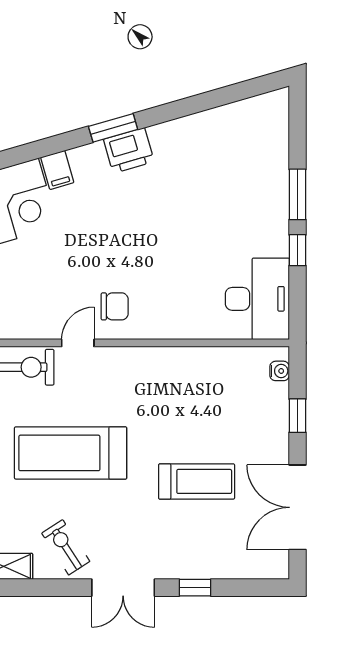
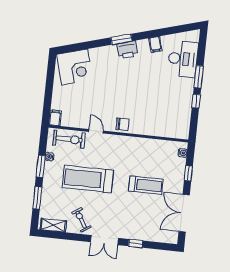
filing cabinet: (57, 170) -> (155, 44), moved
desk: (257, 299) -> (183, 59), moved
chair: (115, 306) -> (123, 124), moved
door: (78, 343) -> (96, 131), hinge flipped
treadmill: (197, 481) -> (146, 185), moved

